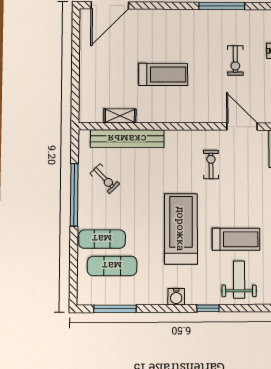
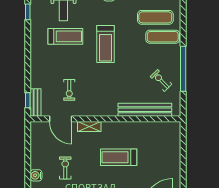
shelving: (120, 116) -> (89, 127), moved
exercise bike: (211, 164) -> (69, 90), moved
treadmill: (181, 229) -> (106, 44), width x0.73, depth x0.73
treadmill: (236, 239) -> (65, 36), turned 180

